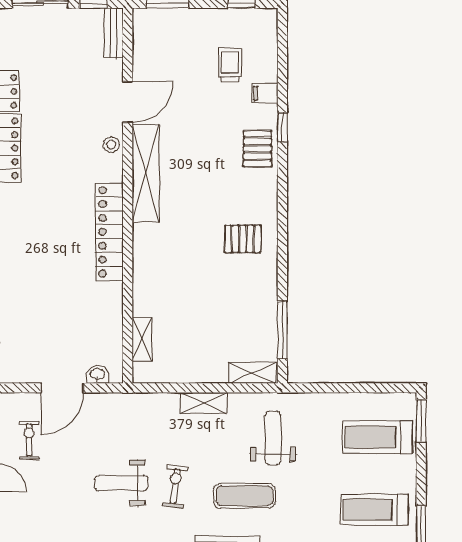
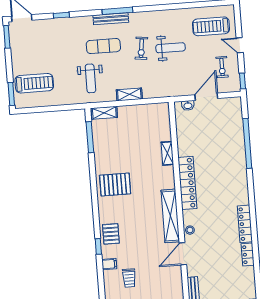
pallet: (243, 239) -> (115, 185), width x1.50, depth x1.42
shelving: (142, 339) -> (167, 153), moved
treadmill: (374, 510) -> (211, 26), moved, turned 180

